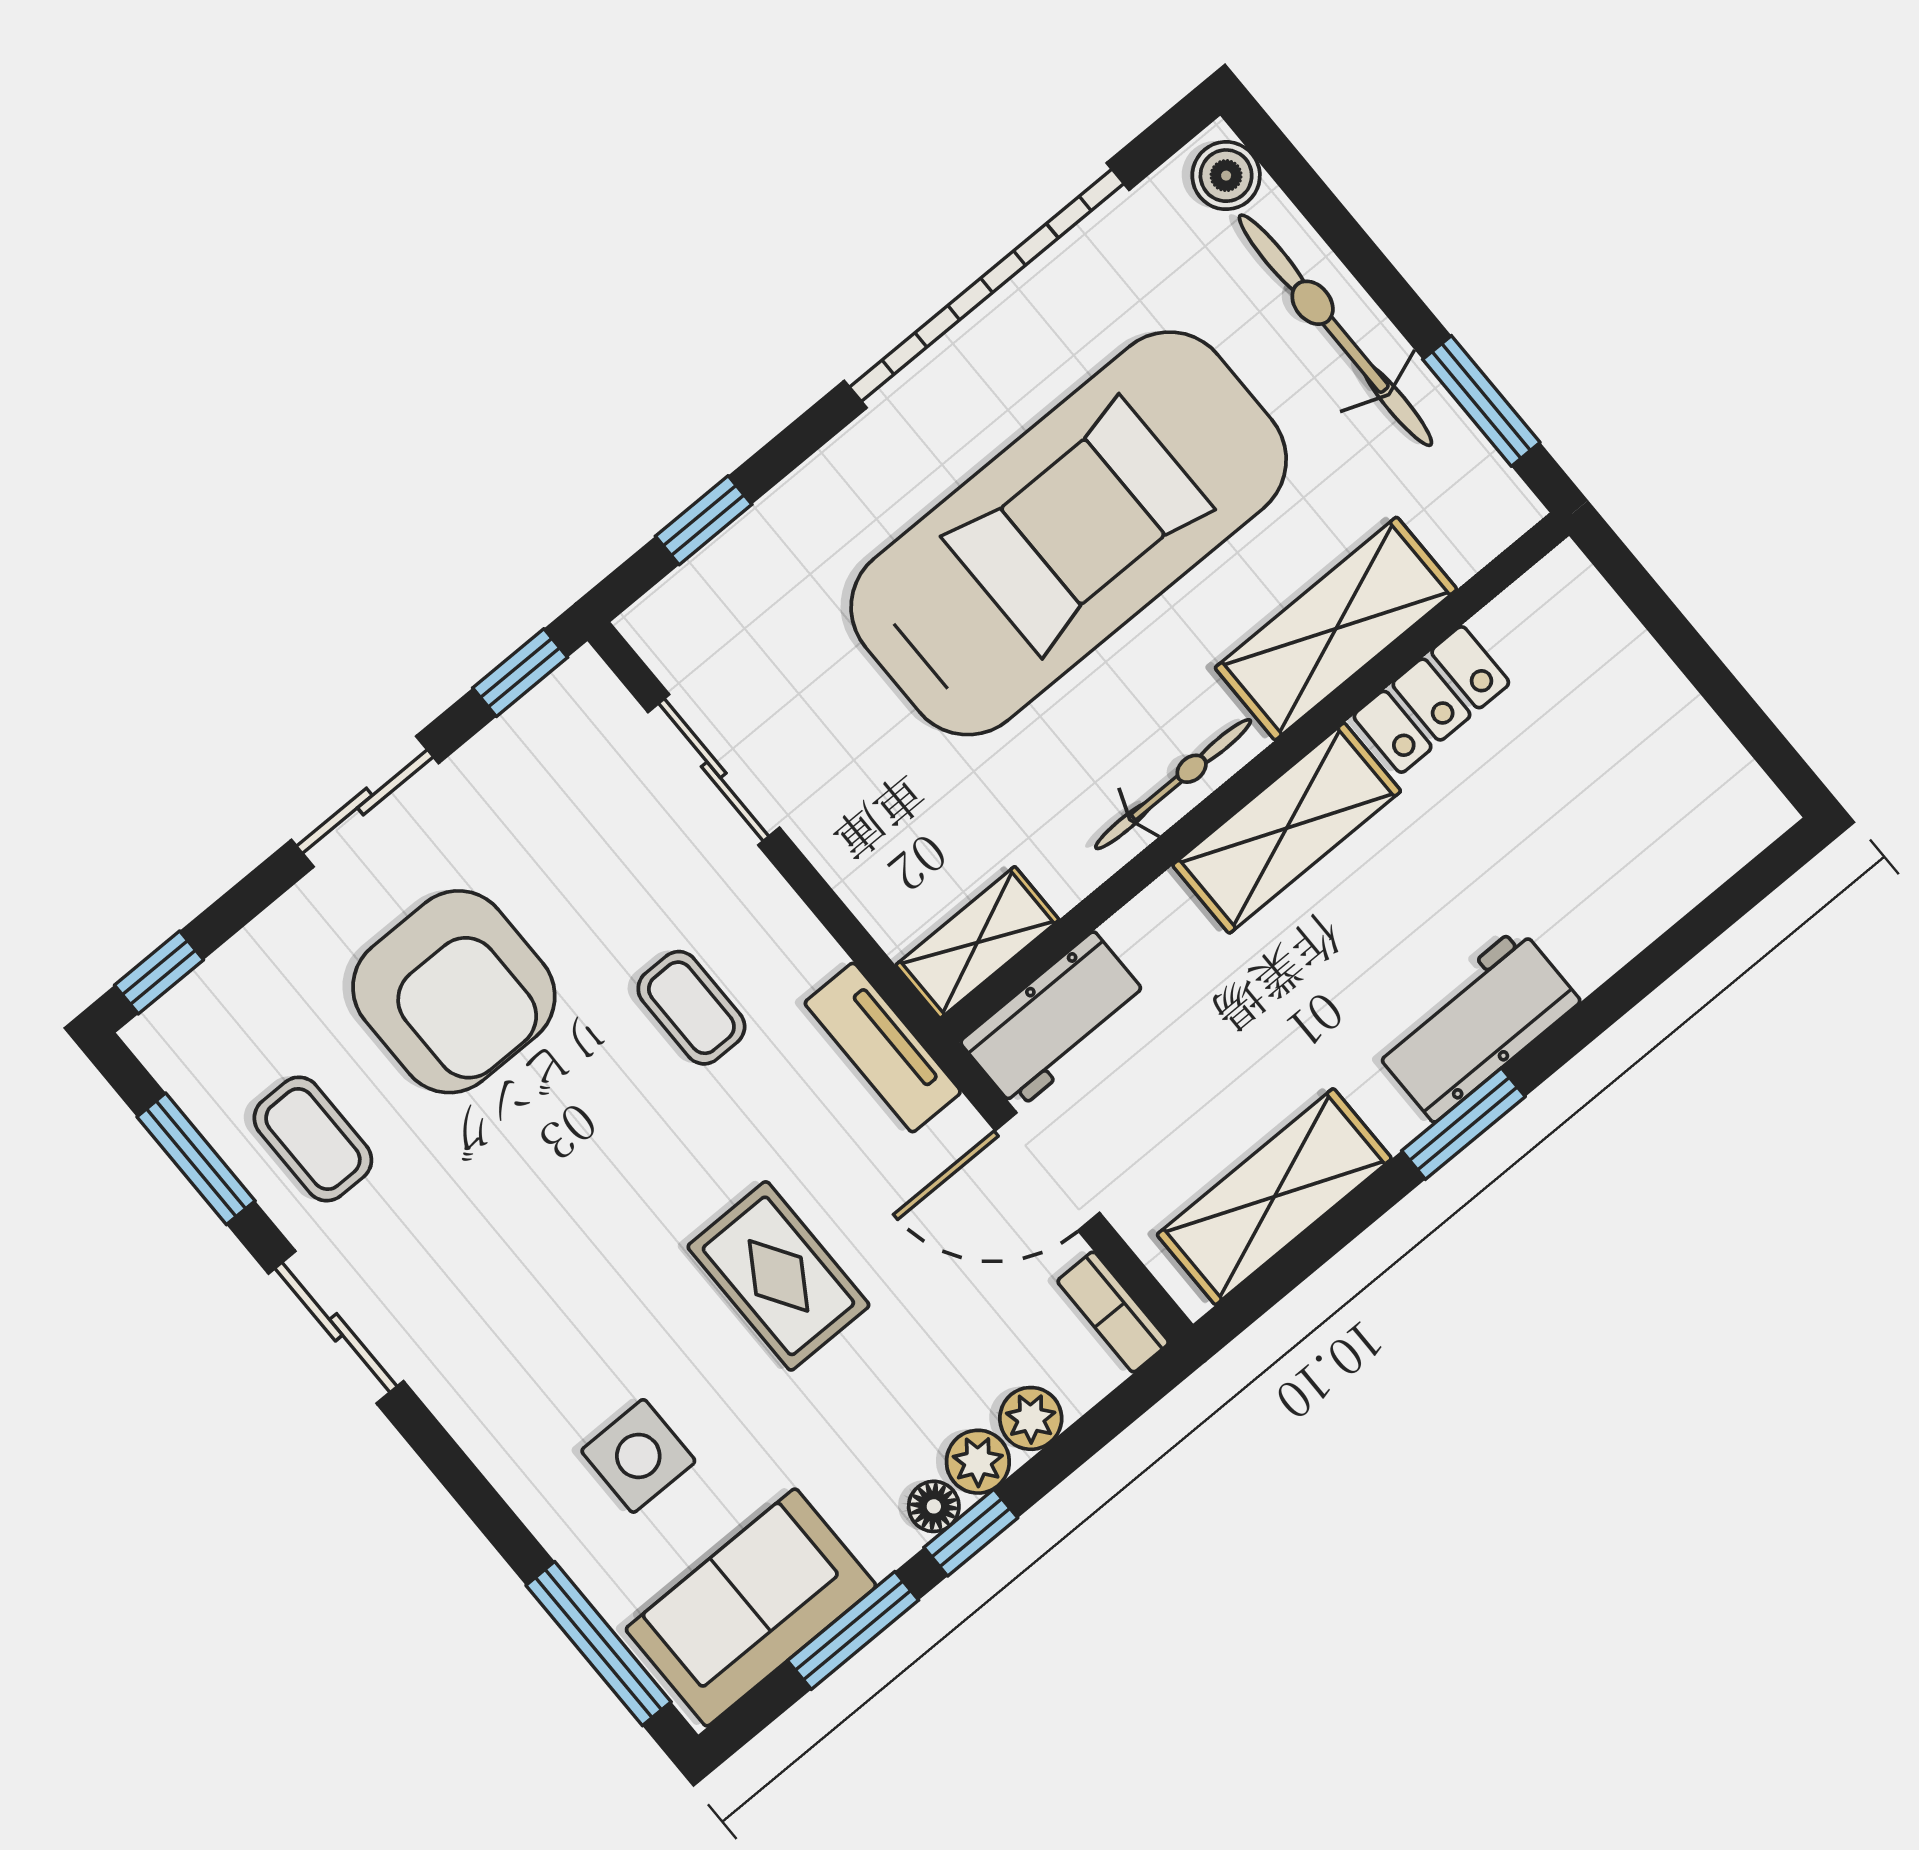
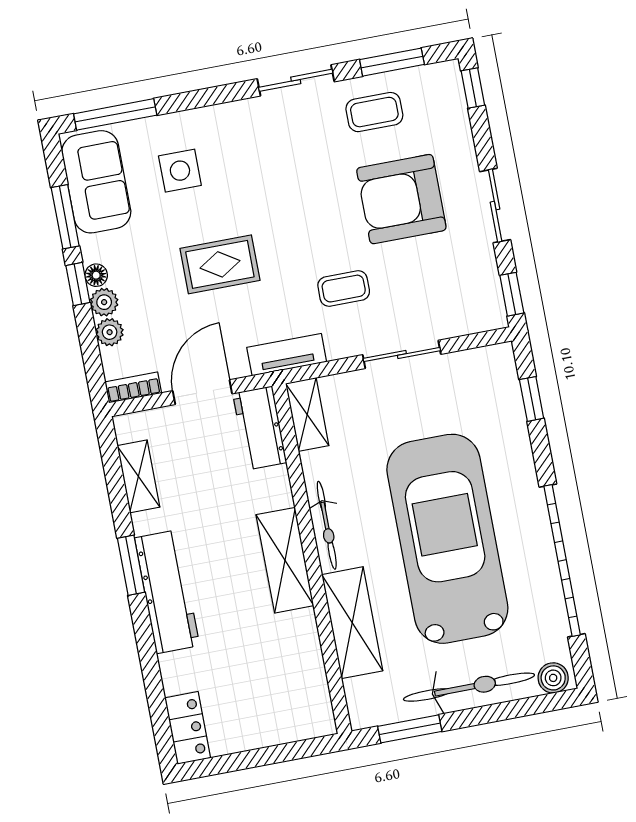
car: (1069, 533) -> (447, 539), turned 180
locker: (1431, 699) -> (188, 728), moved, turned 180
sliding door: (714, 770) -> (402, 354), moved
workbench: (1476, 1024) -> (167, 592), width x1.38
shelving: (1274, 1197) -> (138, 476), width x0.67, depth x0.75

